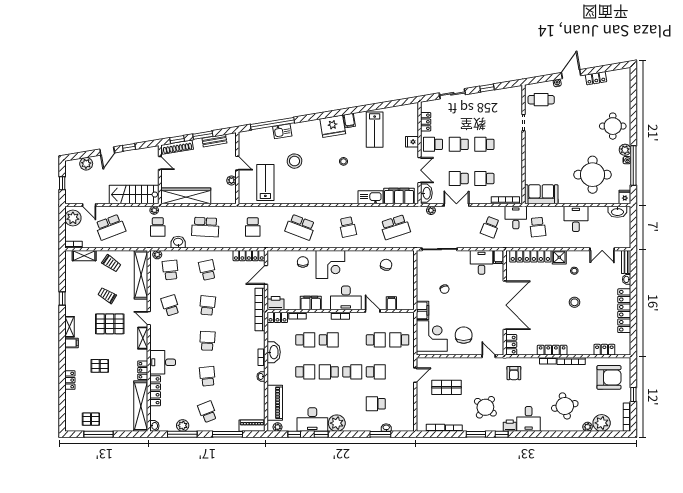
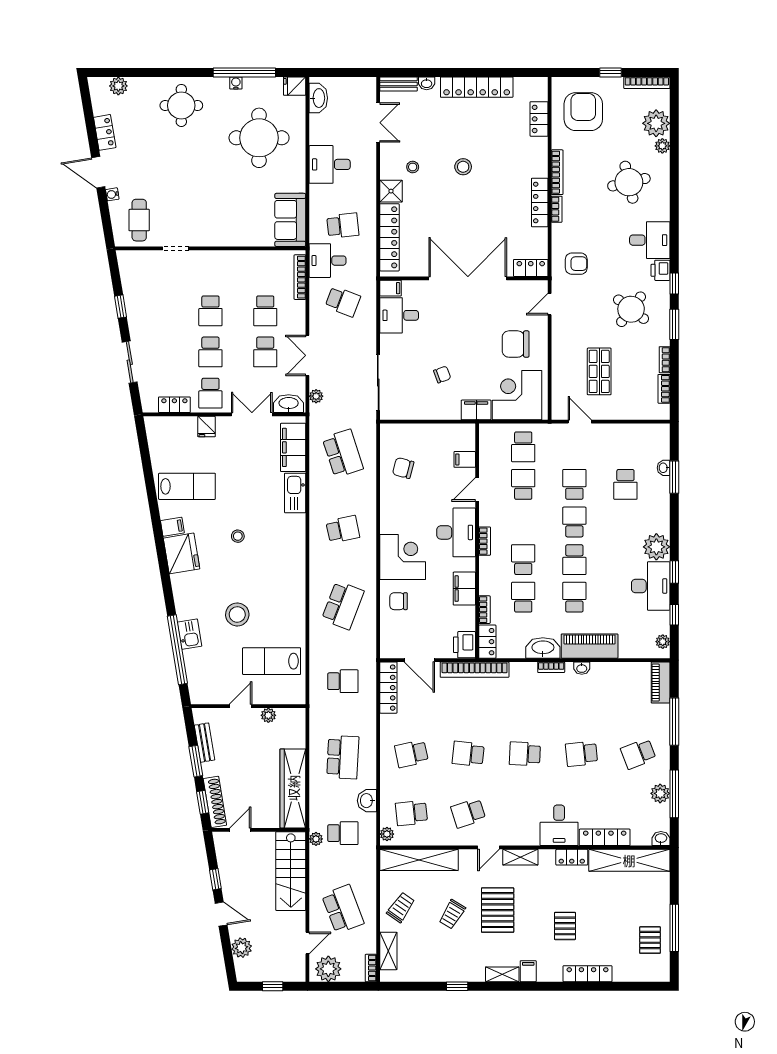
plant: (625, 150) -> (118, 86), moved
locker: (70, 380) -> (588, 974), width x1.53
piano: (275, 403) -> (590, 646), moved

